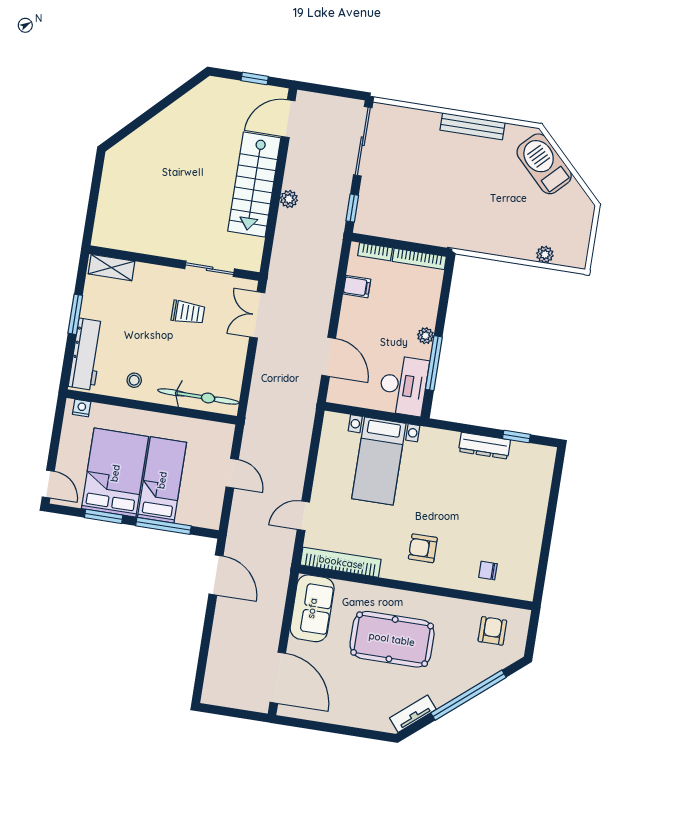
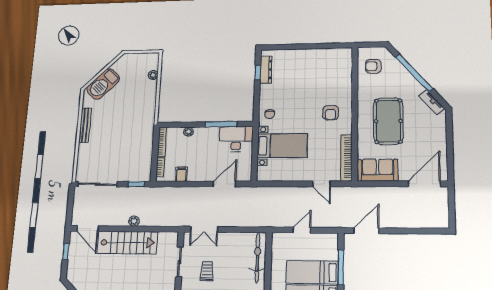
plant: (425, 336) -> (188, 132), moved
dresser: (485, 446) -> (266, 70), moved
chair: (488, 571) -> (270, 114), moved

